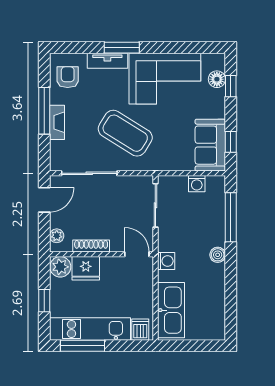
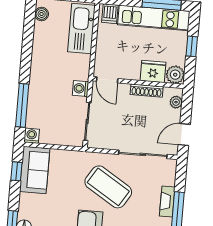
washing machine: (197, 184) -> (32, 136), moved
boiler: (218, 255) -> (42, 14), moved
washing machine: (166, 261) -> (81, 88), moved

